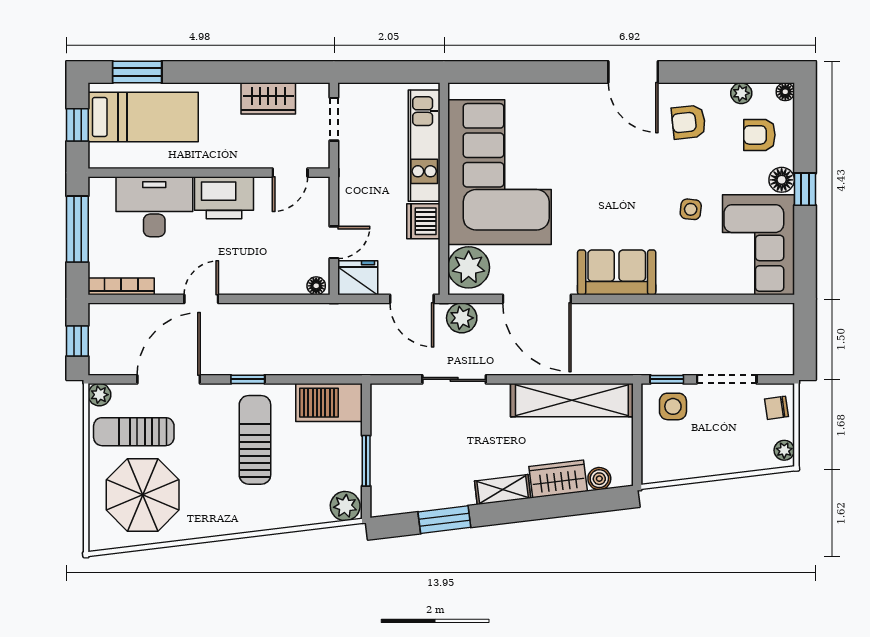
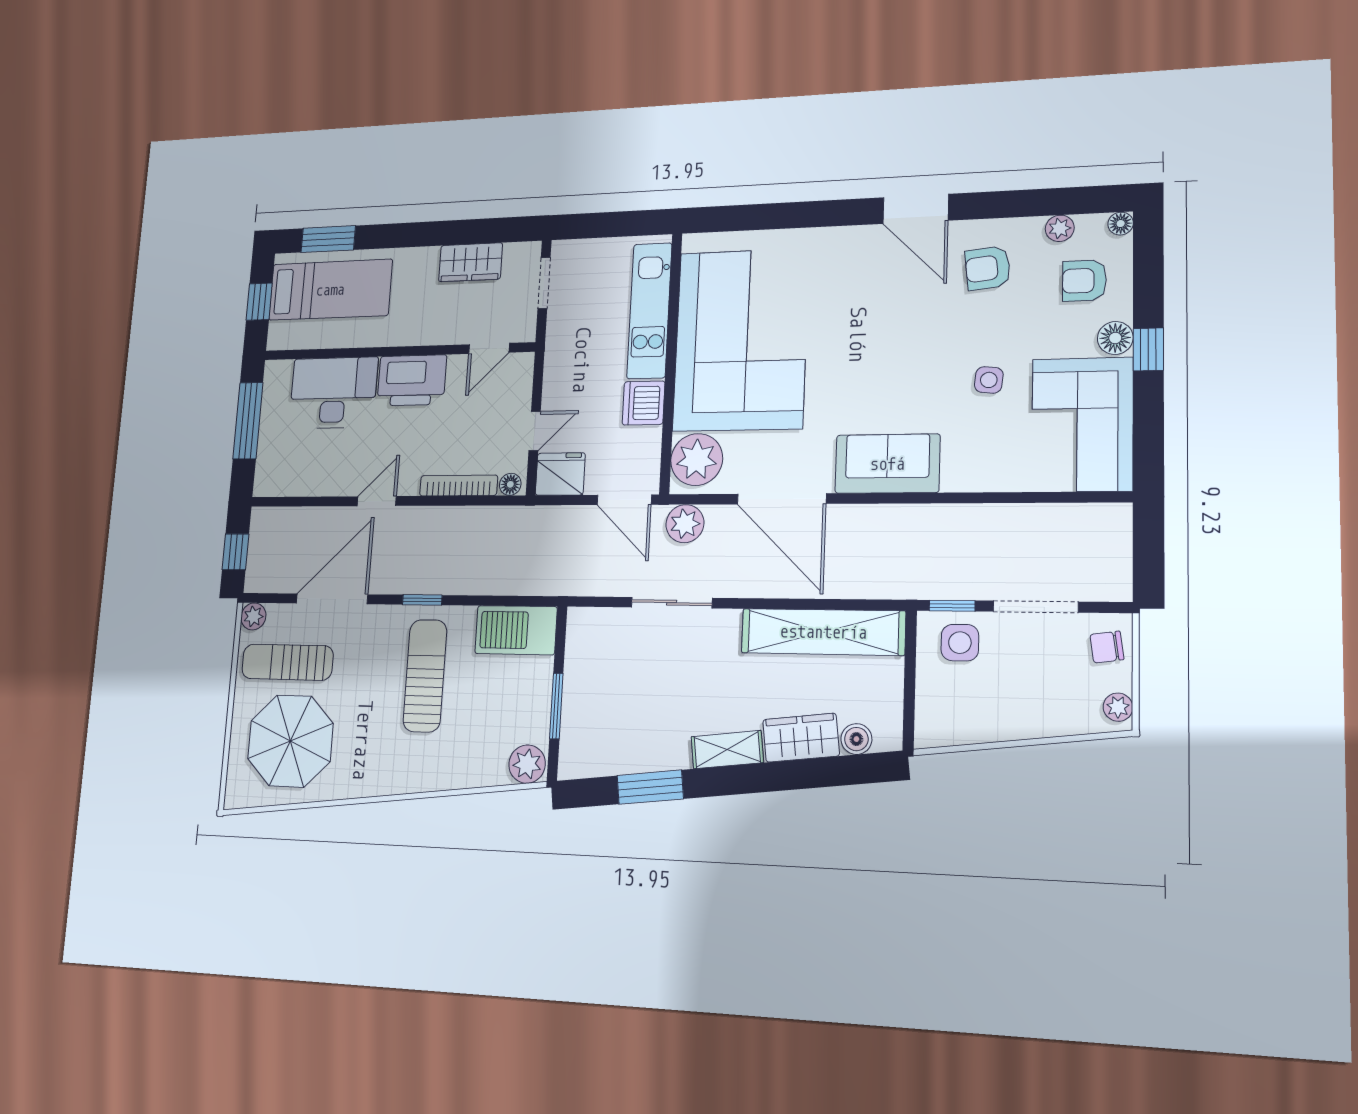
bookcase: (121, 286) -> (459, 486), moved

